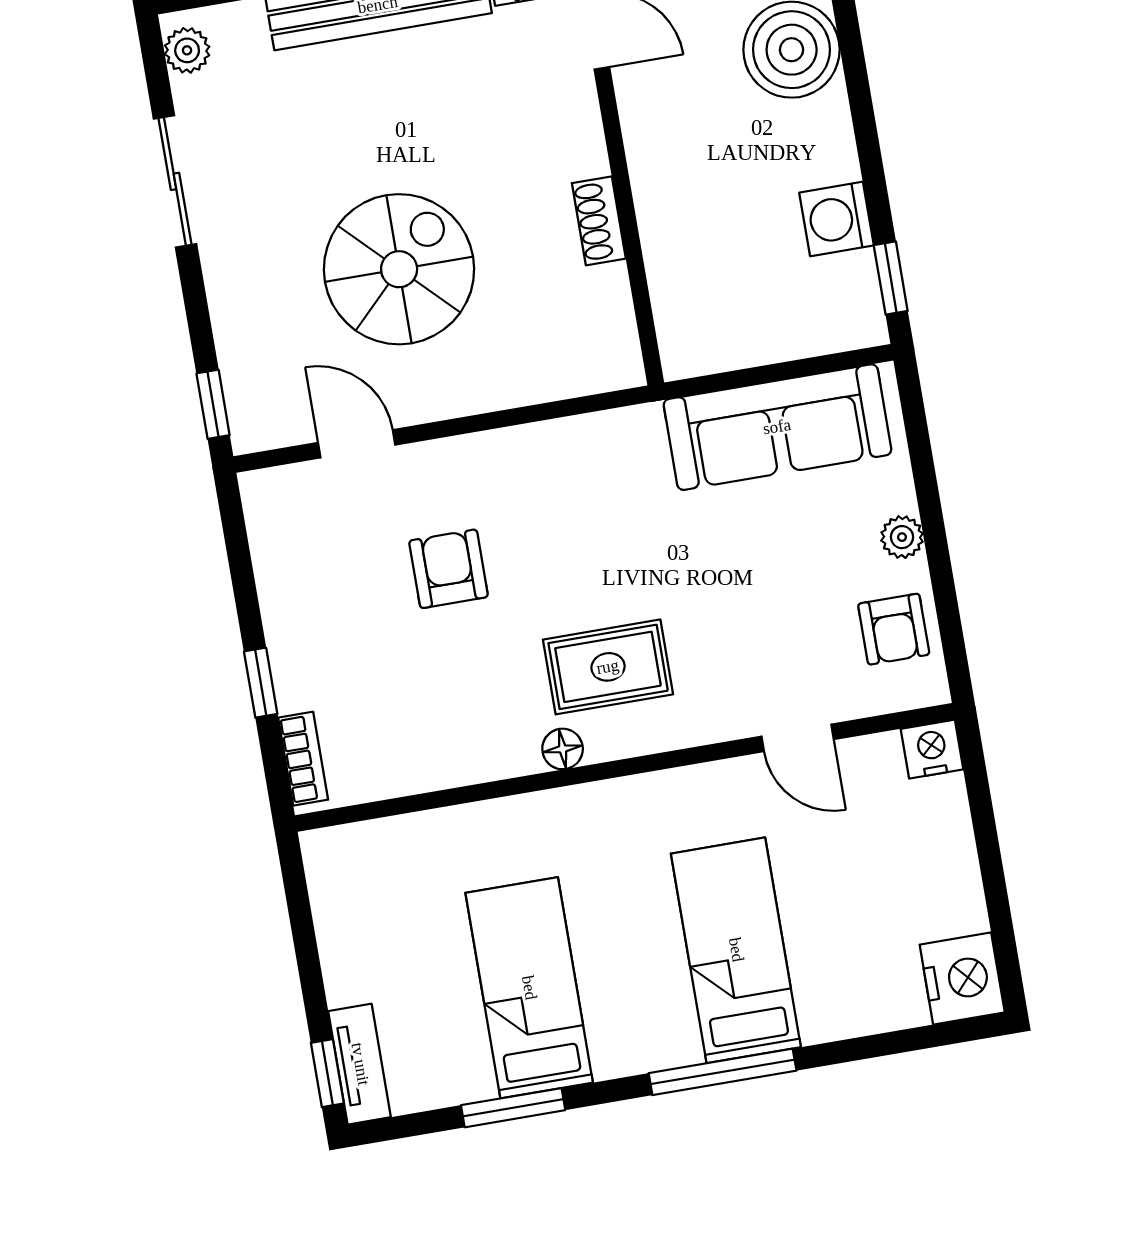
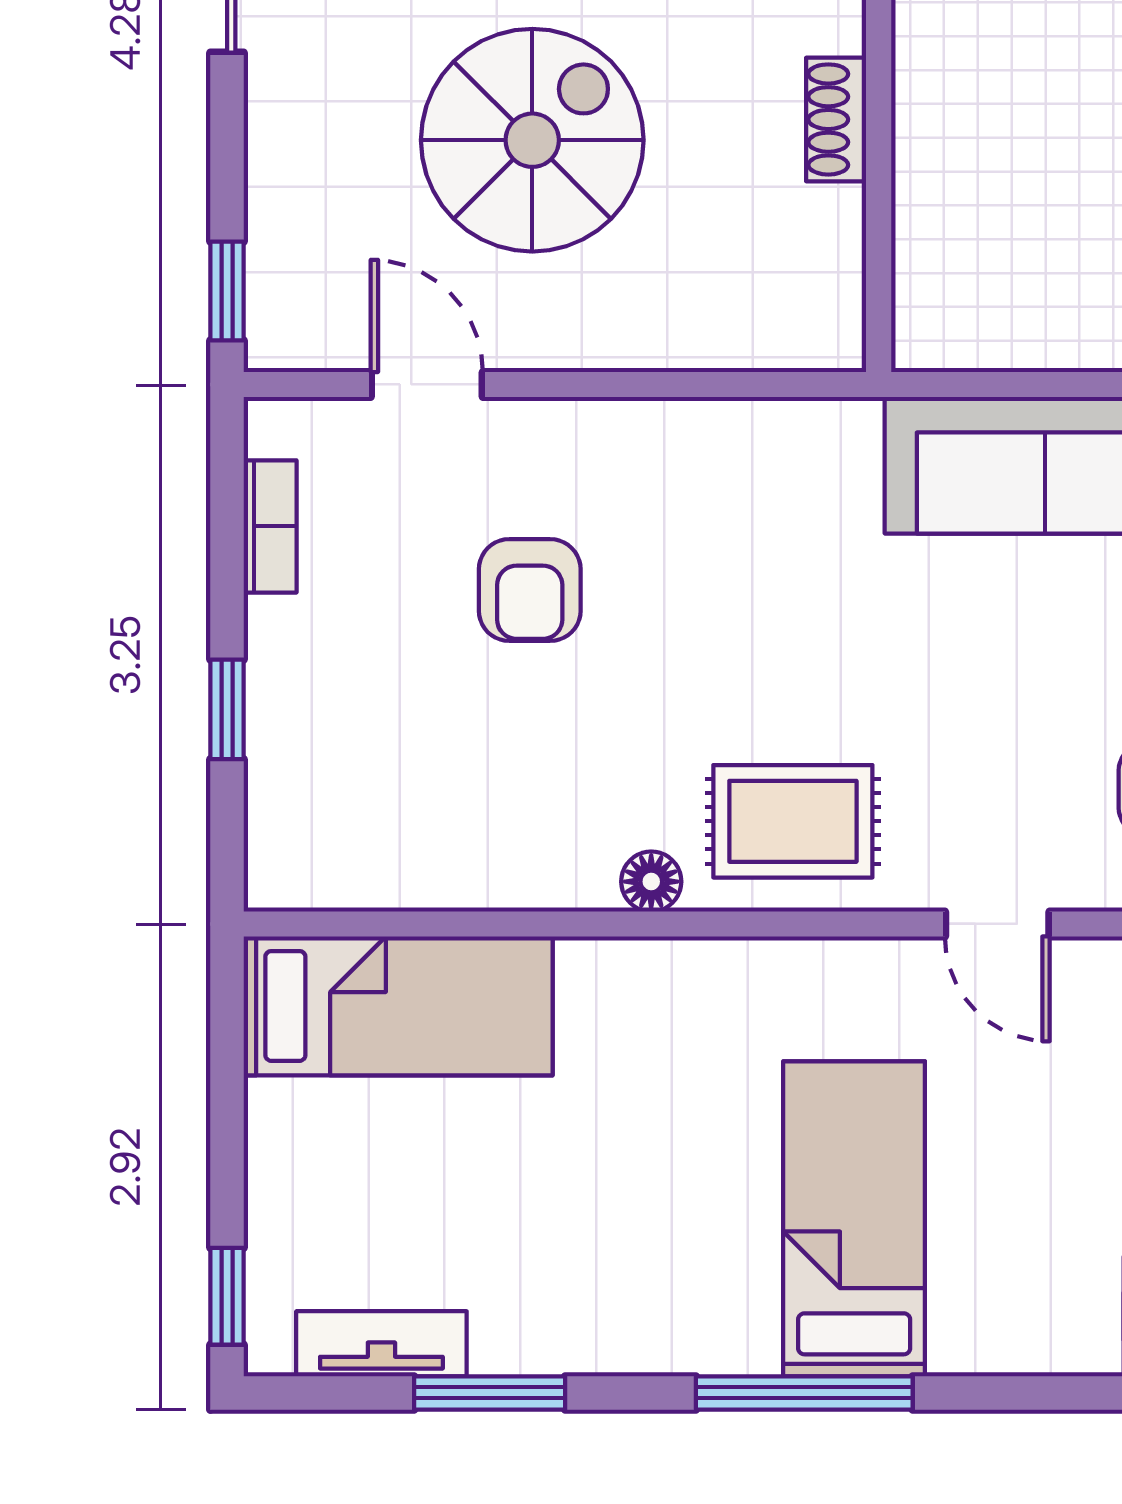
armchair: (449, 569) -> (530, 590), turned 180
rug: (608, 667) -> (793, 821), moved
bookcase: (303, 759) -> (270, 526), moved
bed: (529, 988) -> (398, 1006), moved, turned 90
tv unit: (360, 1064) -> (381, 1344), moved, turned -90

